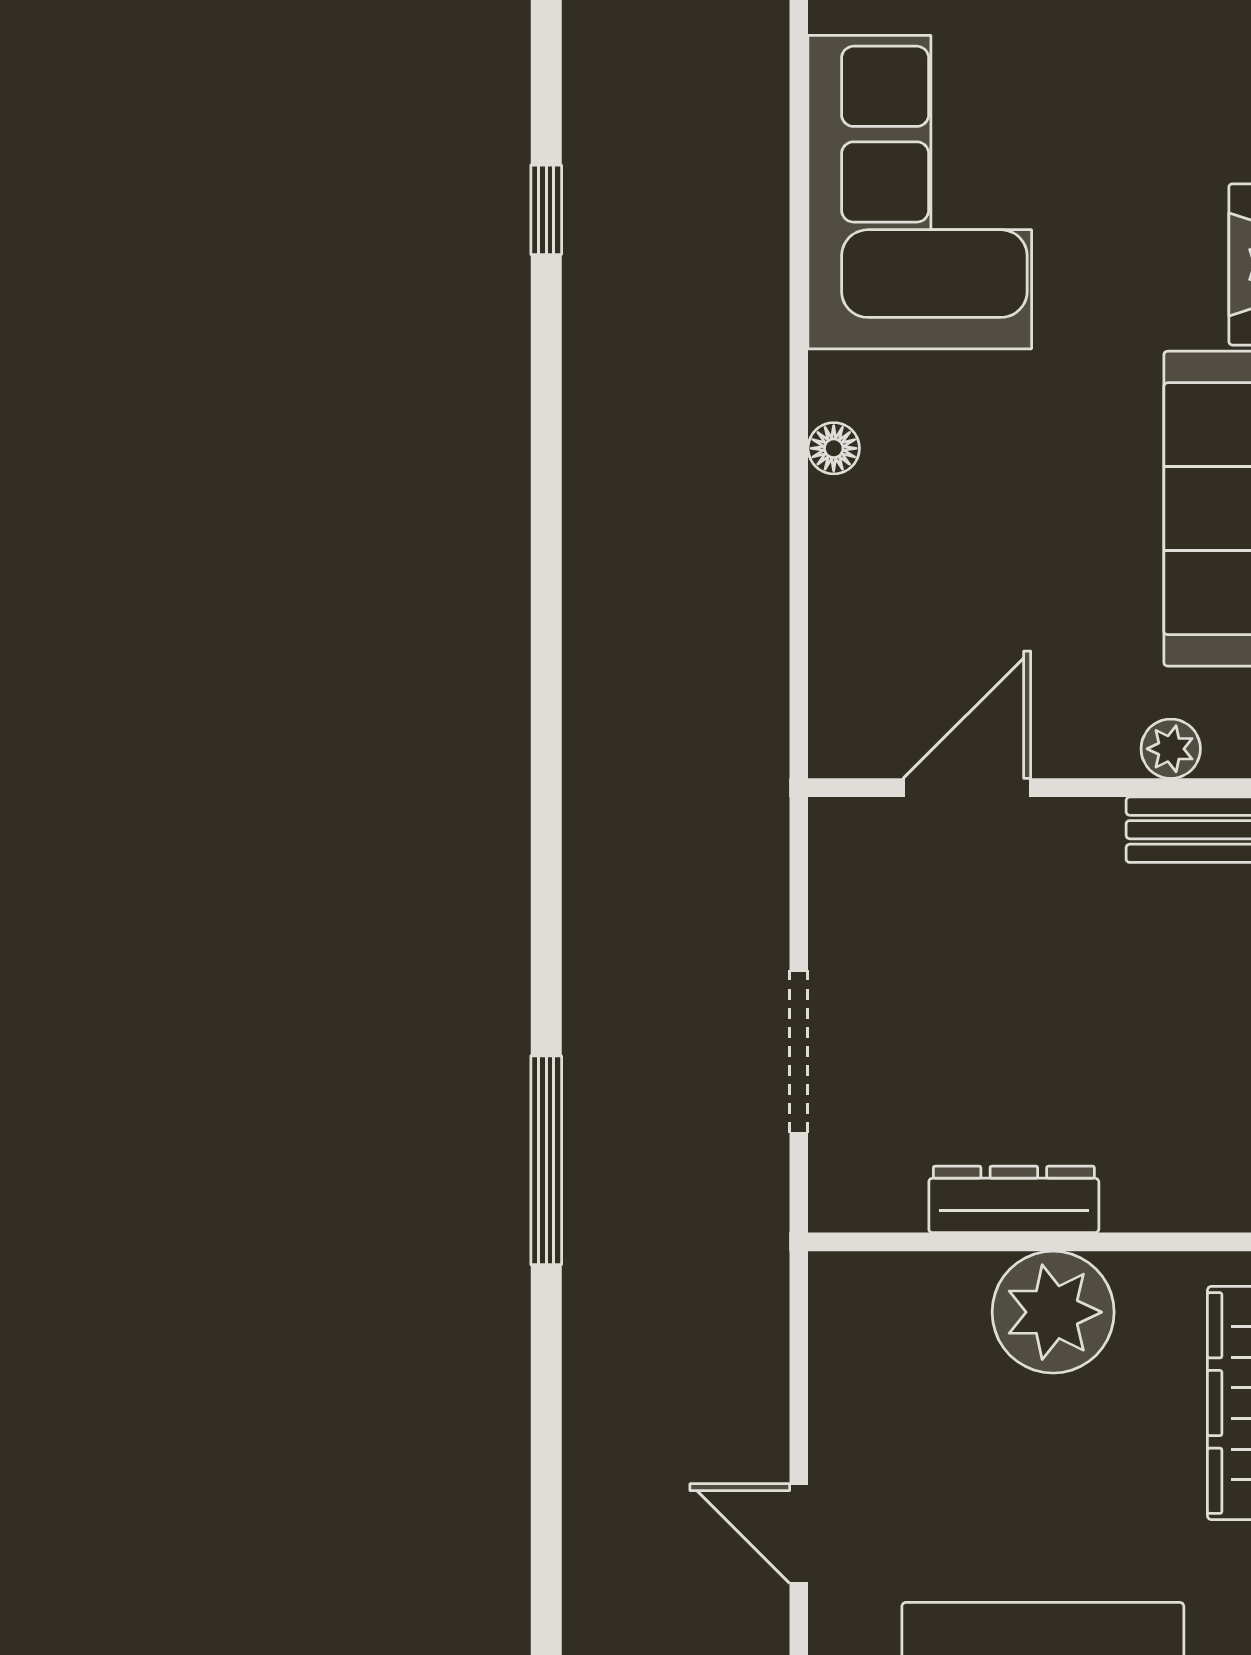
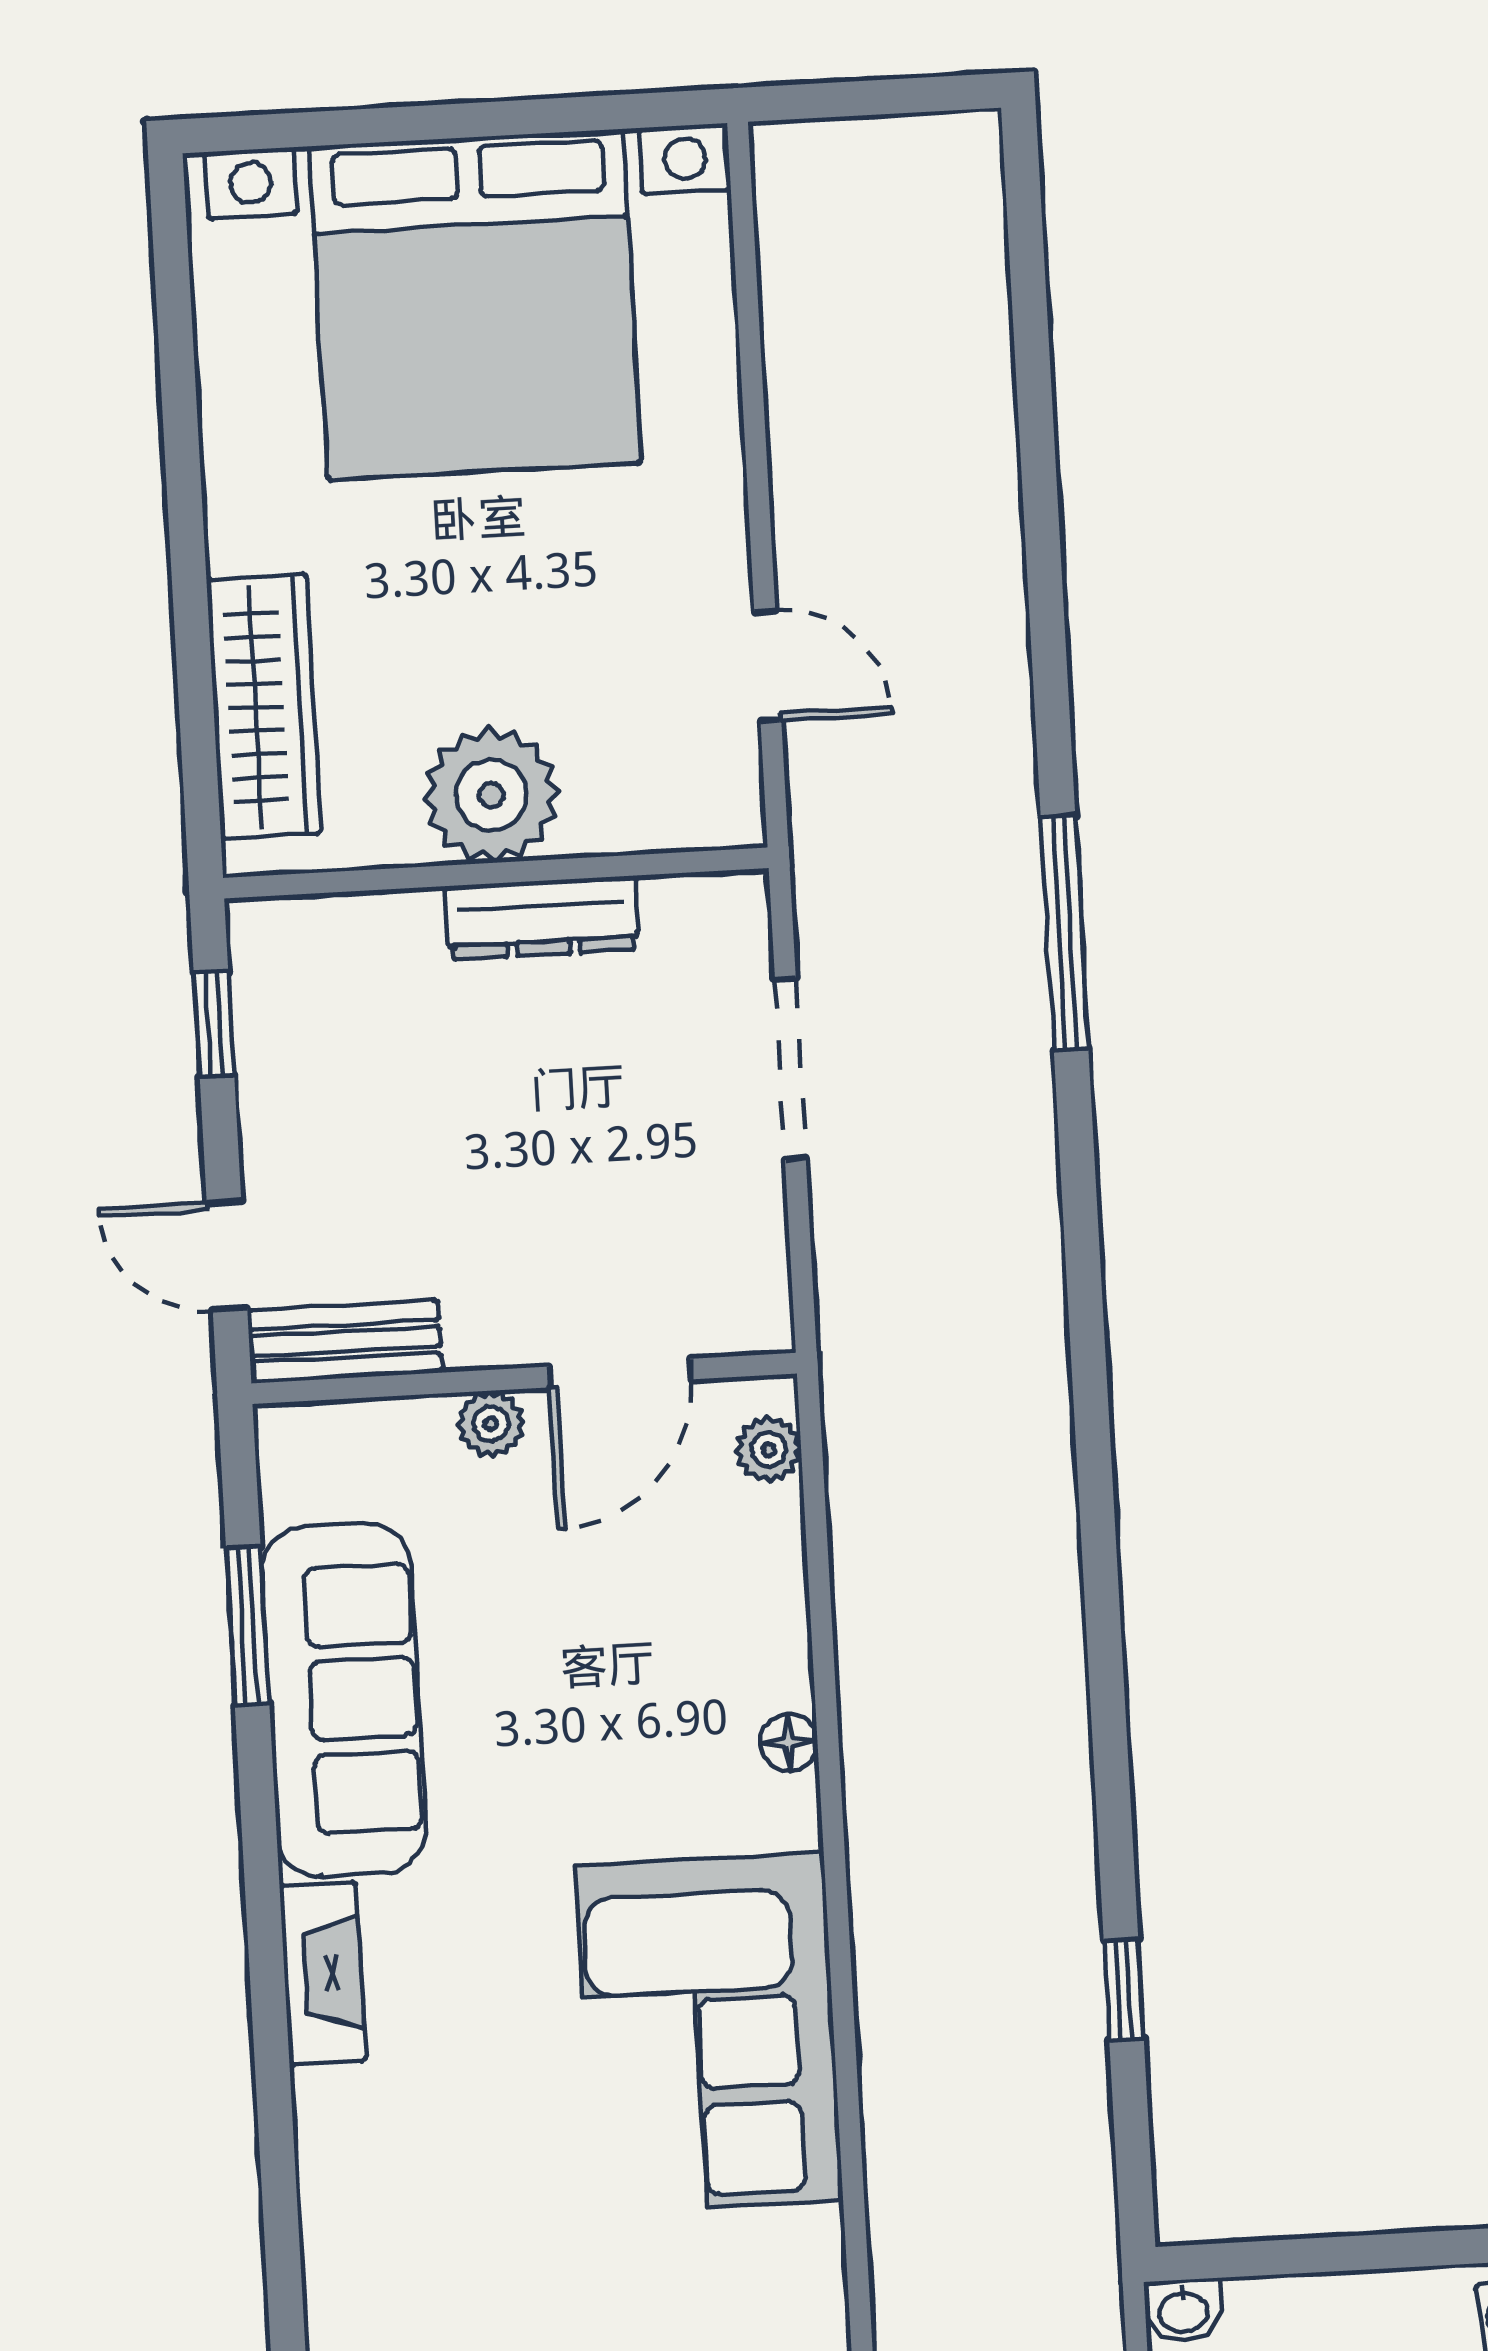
plant: (837, 712) -> (769, 1449), added
plant: (1171, 749) -> (491, 1424), moved
door: (799, 1534) -> (768, 666), moved

